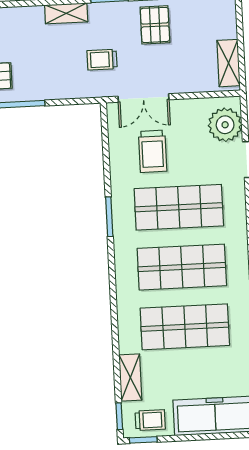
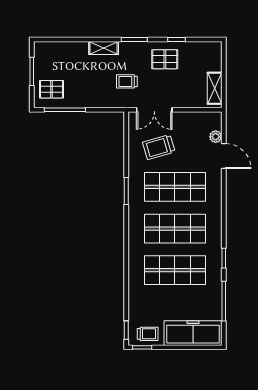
pallet: (155, 25) -> (165, 59), turned 90
plant: (225, 125) -> (216, 137), width x0.53, depth x0.53
trolley: (153, 151) -> (159, 147), turned 74
shelving: (130, 378) -> (135, 304), removed

